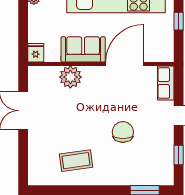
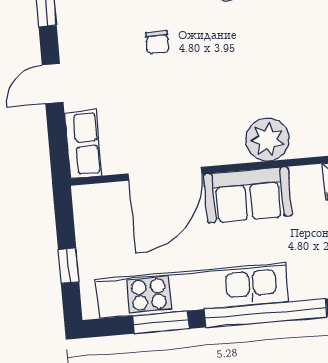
chair: (123, 132) -> (157, 42), width x0.54, depth x0.54

